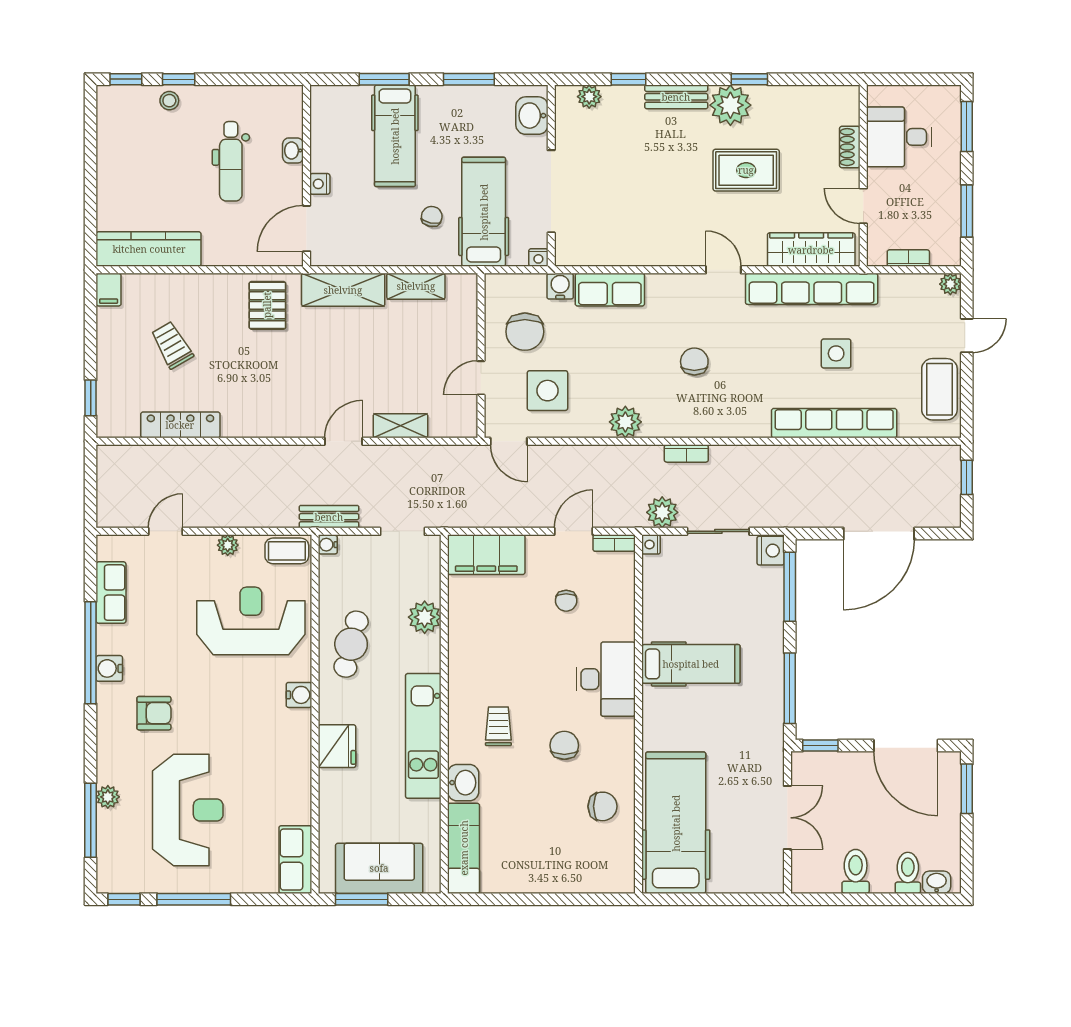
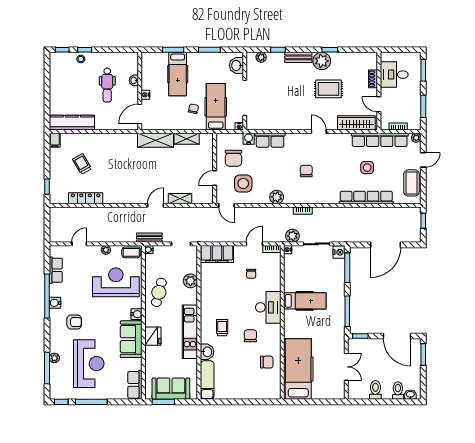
row of seats: (812, 289) -> (380, 140), moved
pallet: (267, 305) -> (123, 147), removed
sofa: (287, 753) -> (131, 339), added

